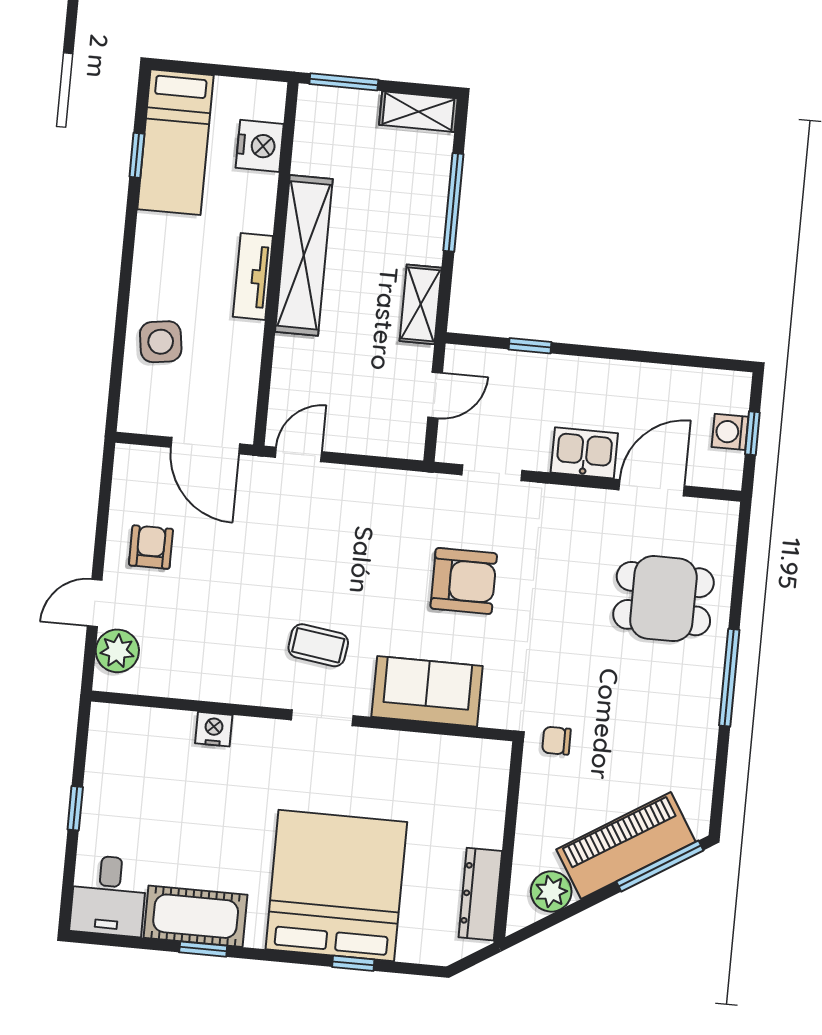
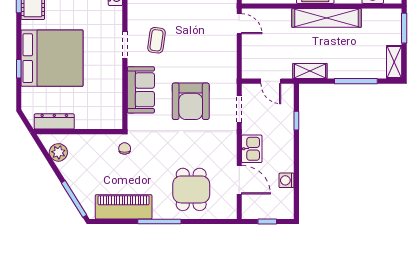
washing machine: (730, 432) -> (287, 180), moved, turned -90
armchair: (464, 581) -> (191, 101), width x1.36, depth x1.36
piano: (626, 846) -> (124, 207), moved, turned -58

